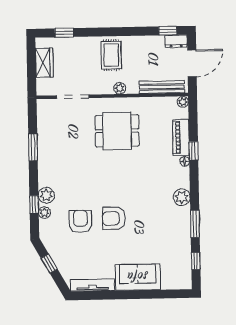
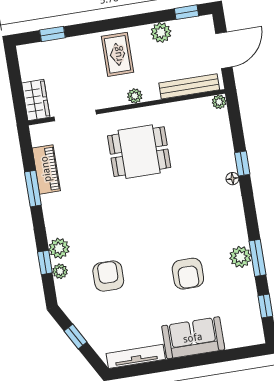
dresser: (176, 41) -> (199, 24), removed
plant: (146, 43) -> (161, 33), added
wardrobe: (44, 63) -> (36, 100), moved
piano: (181, 137) -> (46, 169), moved, turned 180
plant: (182, 197) -> (240, 257), moved
armchair: (114, 218) -> (188, 274), moved, turned -90

